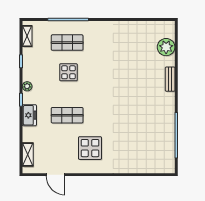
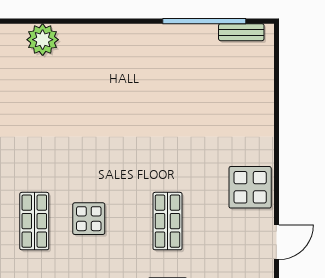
bench: (170, 79) -> (241, 32), moved
display table: (90, 148) -> (250, 187), moved

